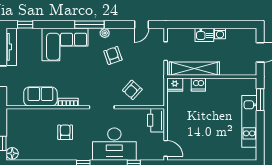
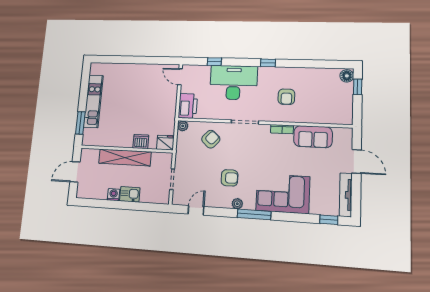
armchair: (113, 55) -> (230, 178), turned -71
shelving: (194, 69) -> (125, 158), moved
plant: (159, 101) -> (183, 126), added

